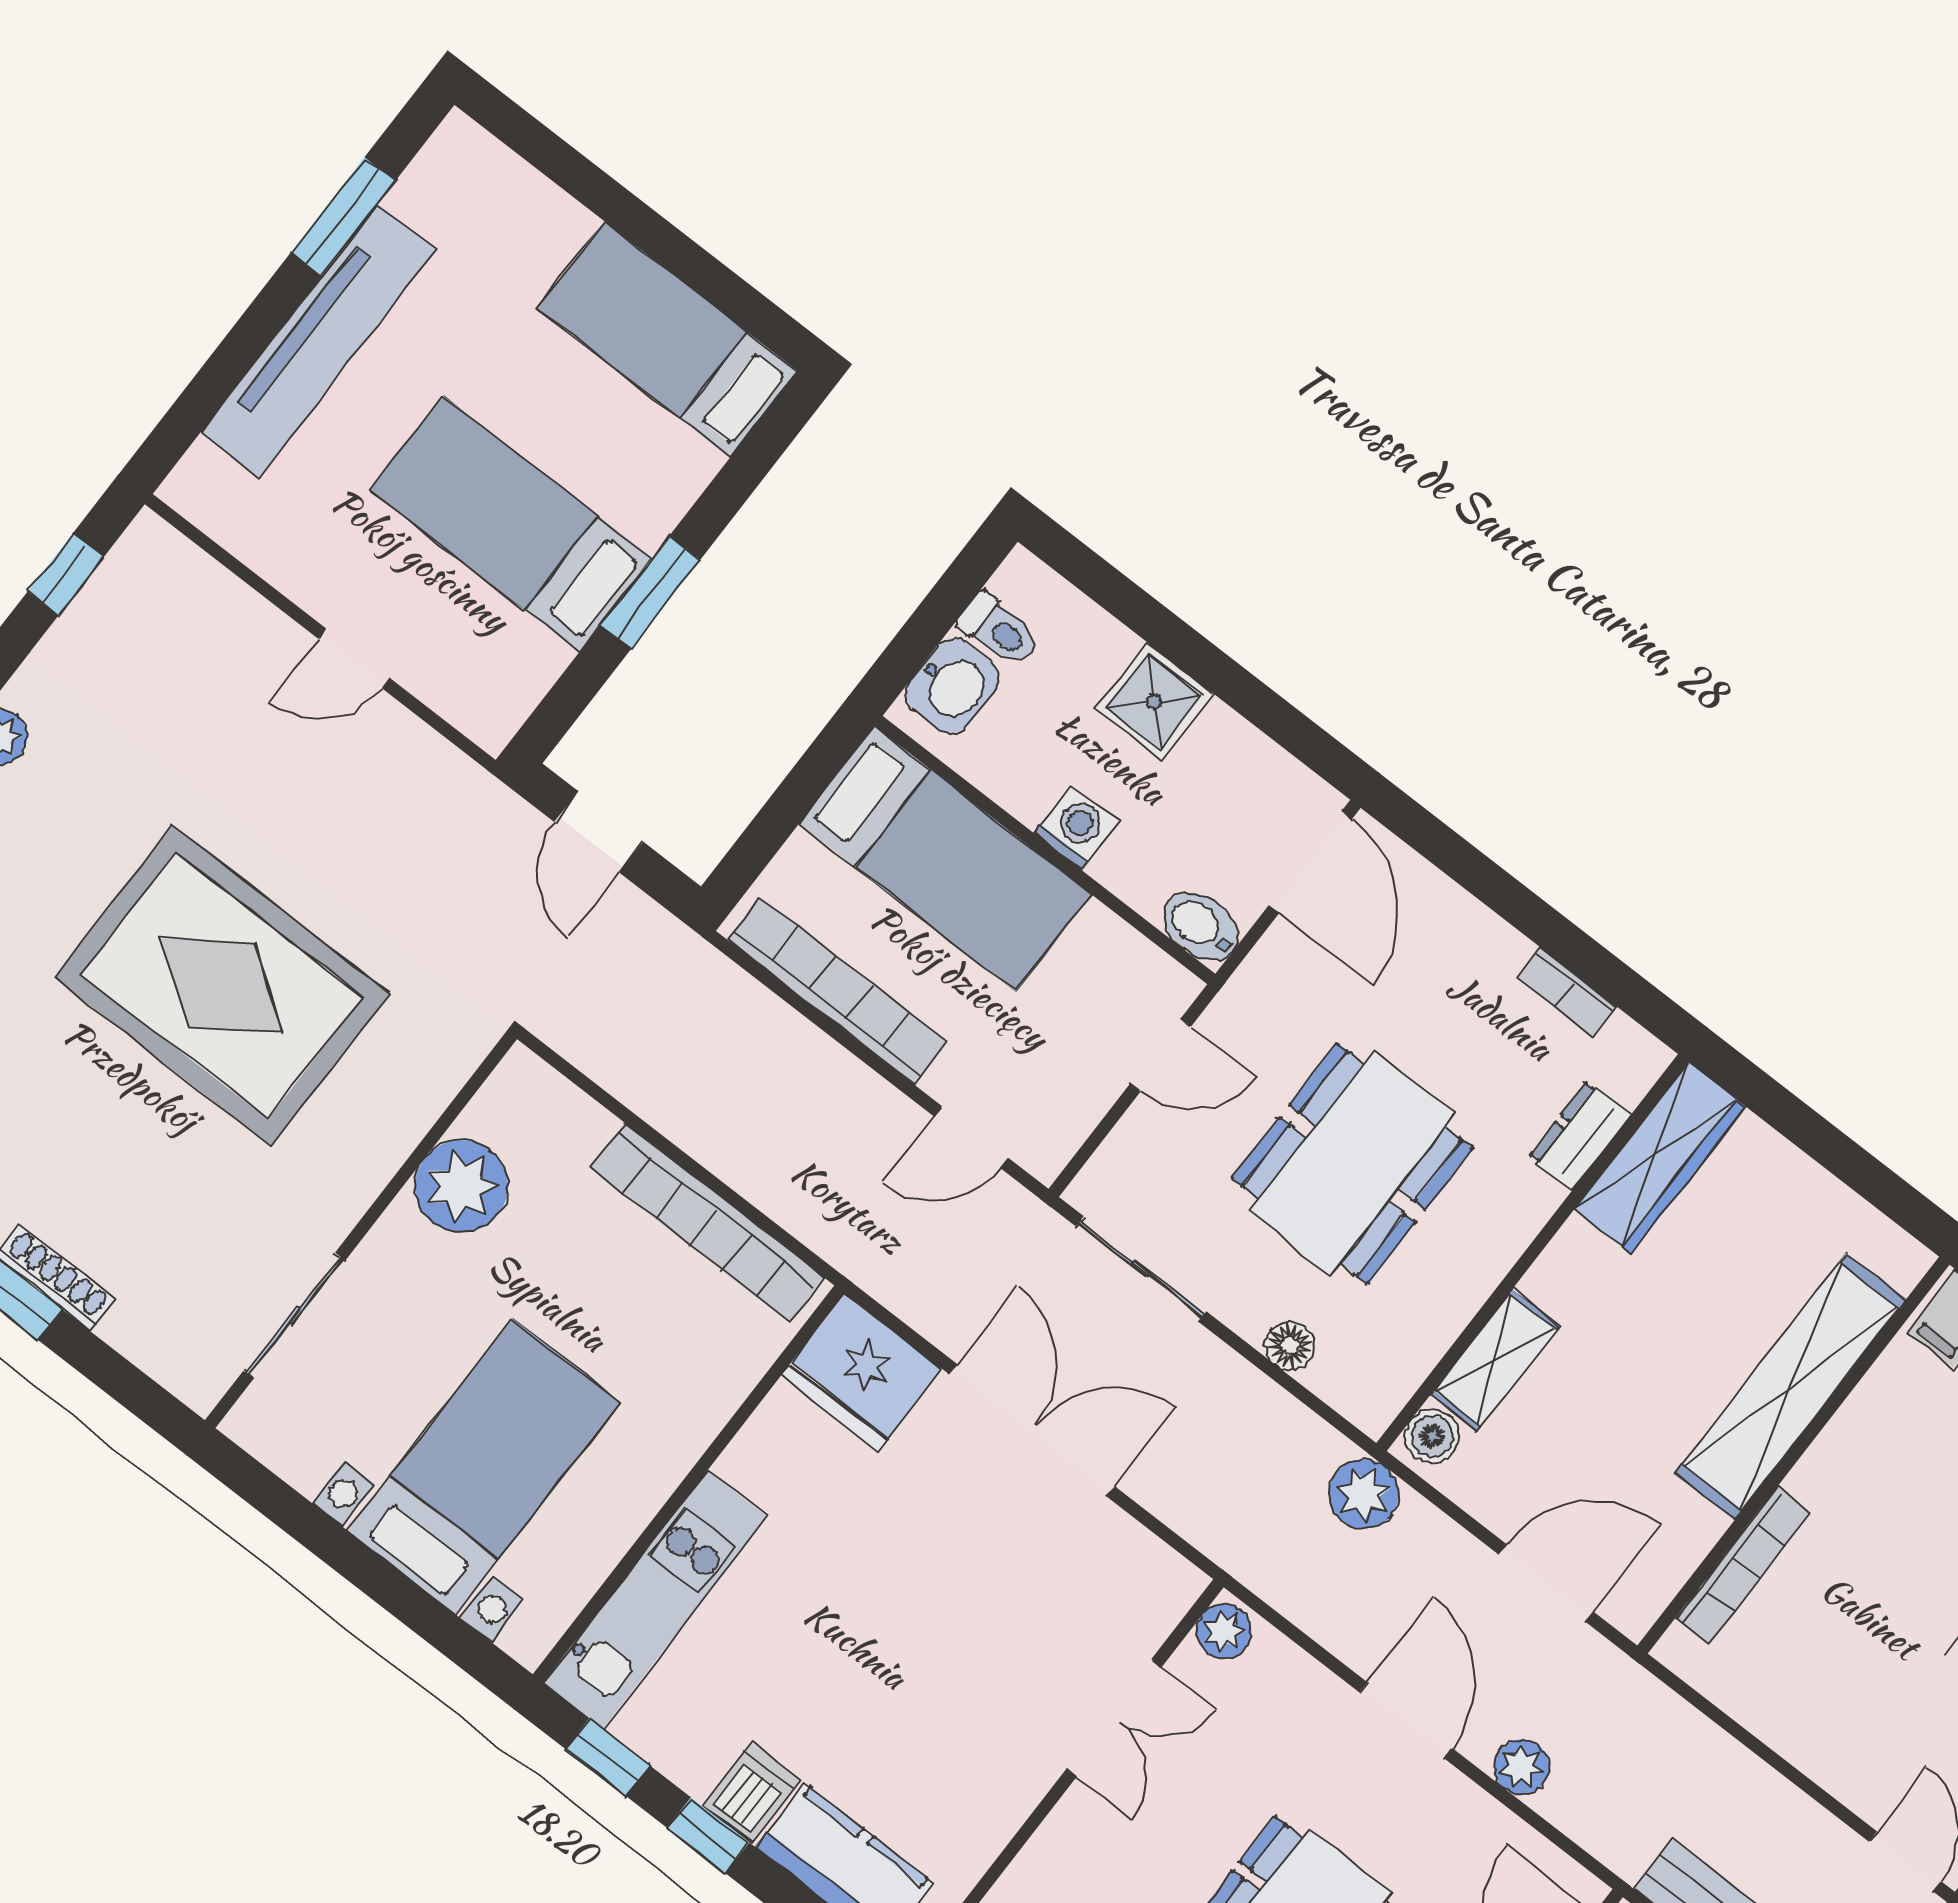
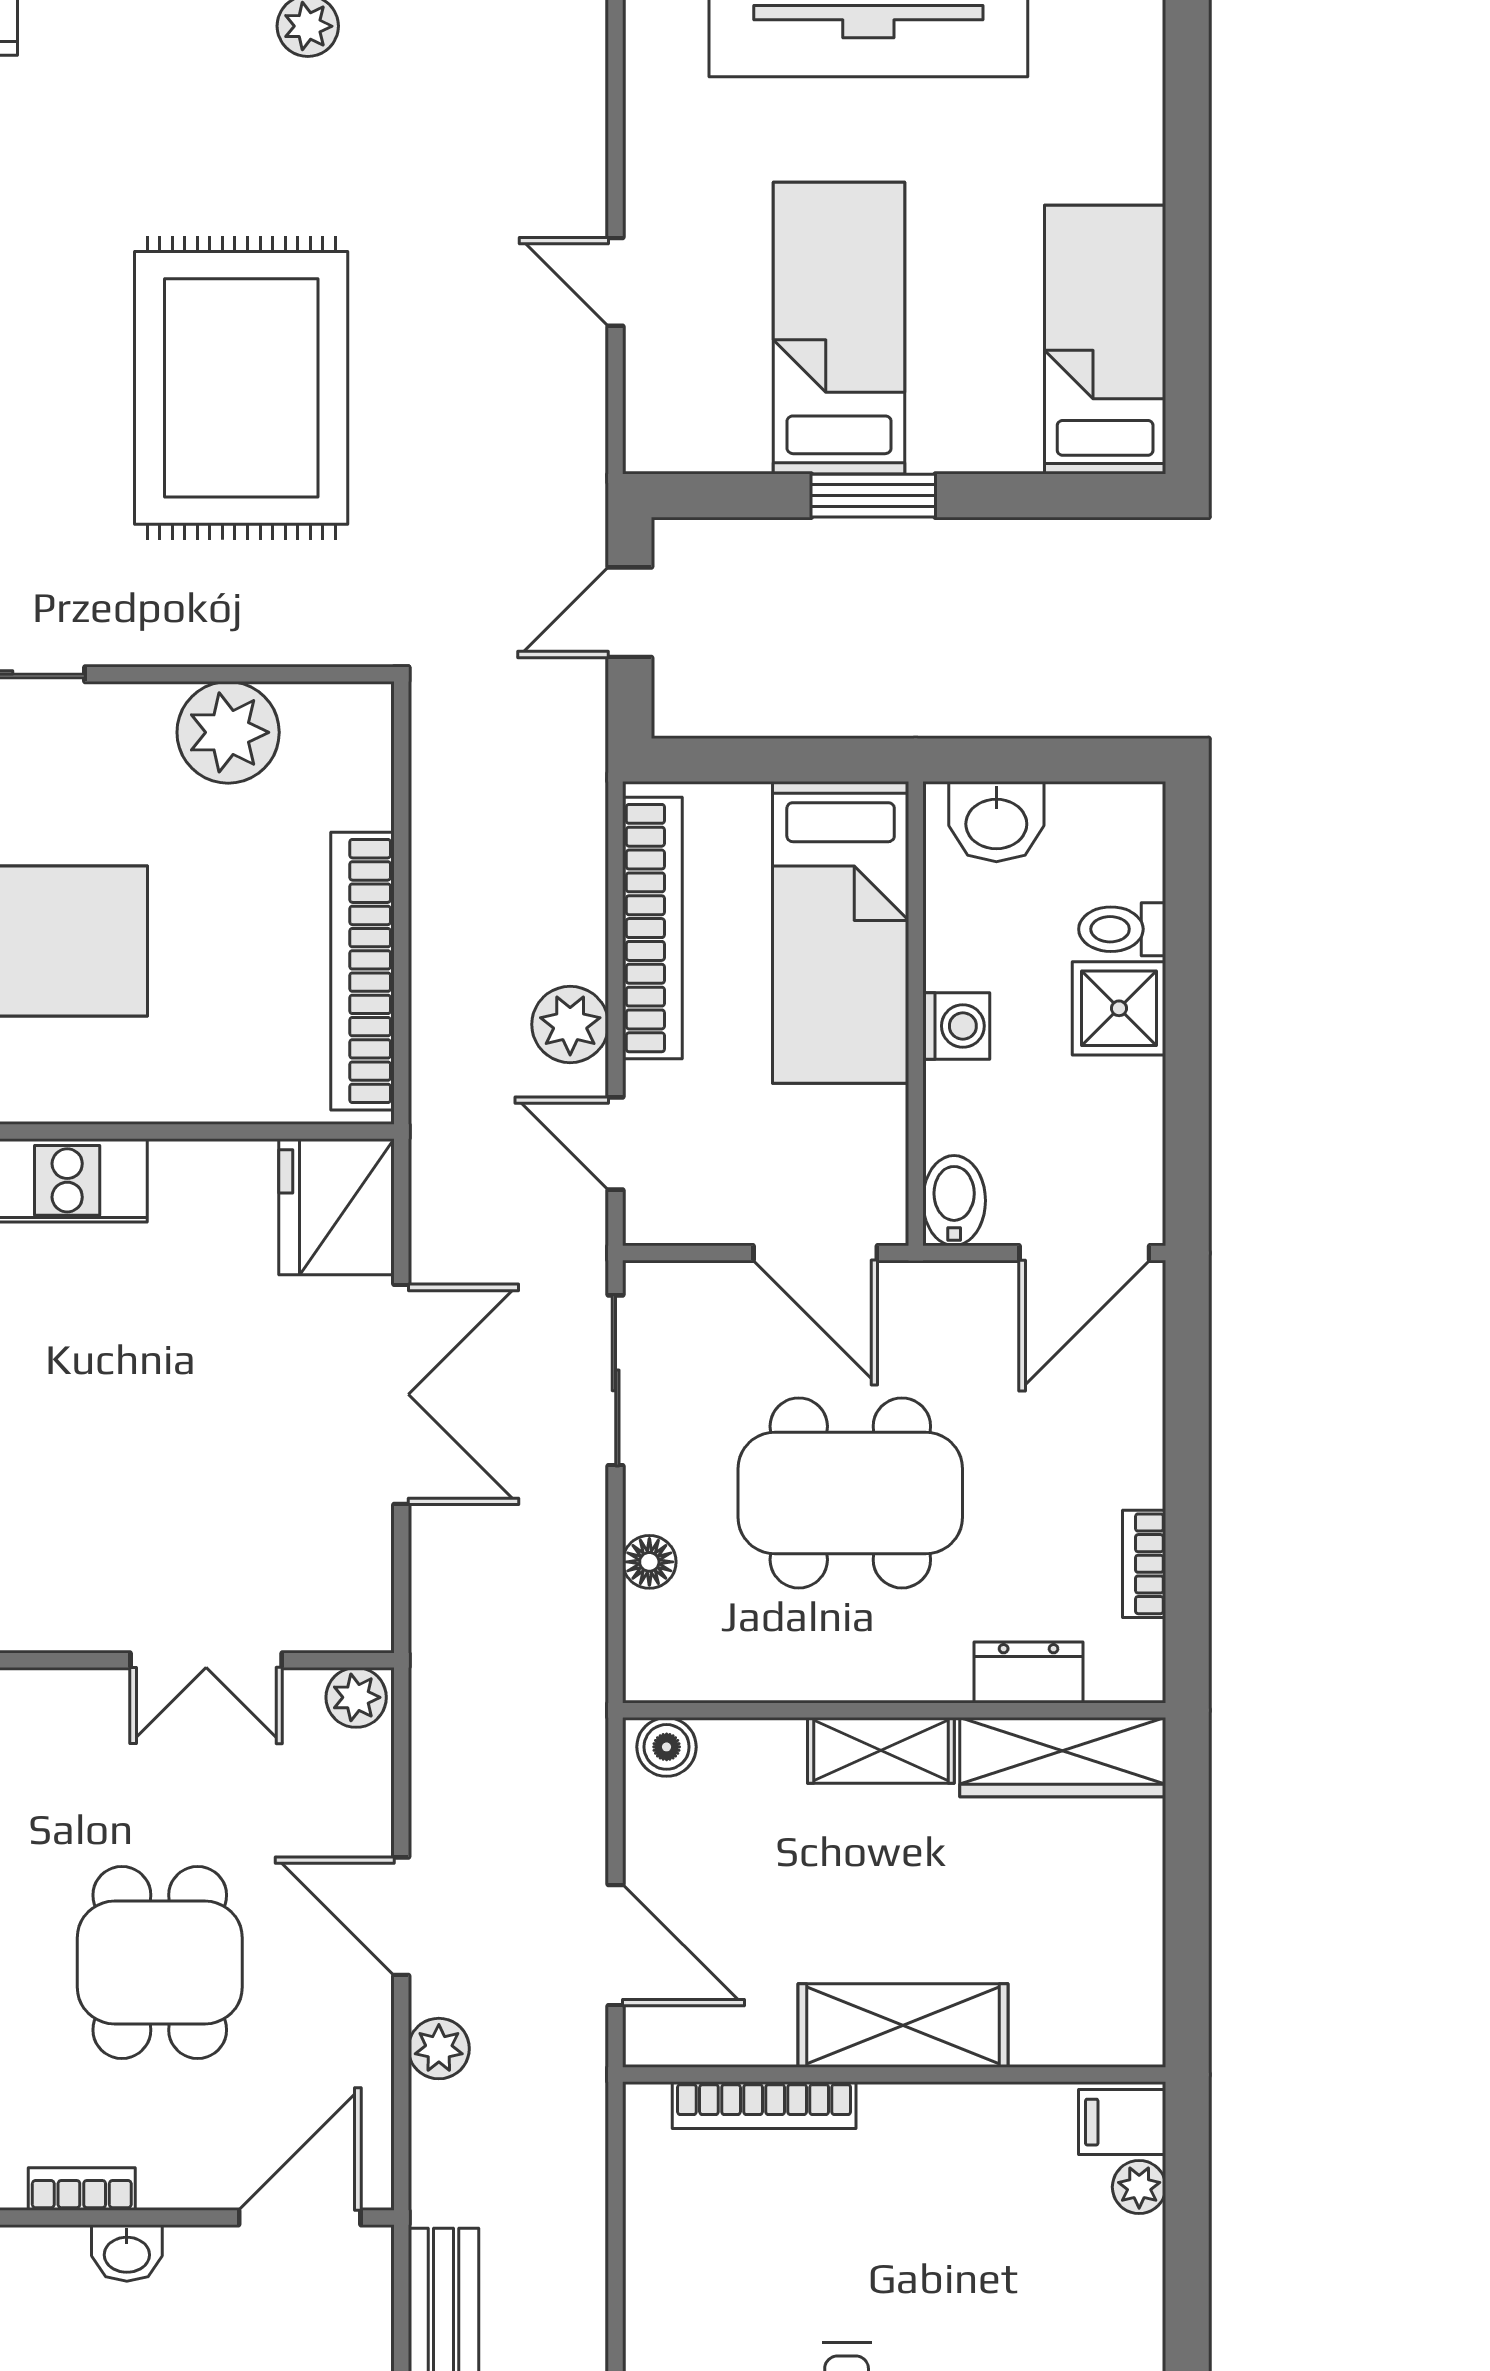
toilet: (999, 630) -> (1122, 929), moved, turned 90
door: (1161, 1055) -> (815, 1253), width x1.38
shelving: (1495, 1360) -> (881, 1750), moved
shelving: (1790, 1387) -> (903, 2026), width x0.68
plant: (1364, 1494) -> (570, 1024), moved
door: (1406, 1720) -> (401, 1916), swing flipped

